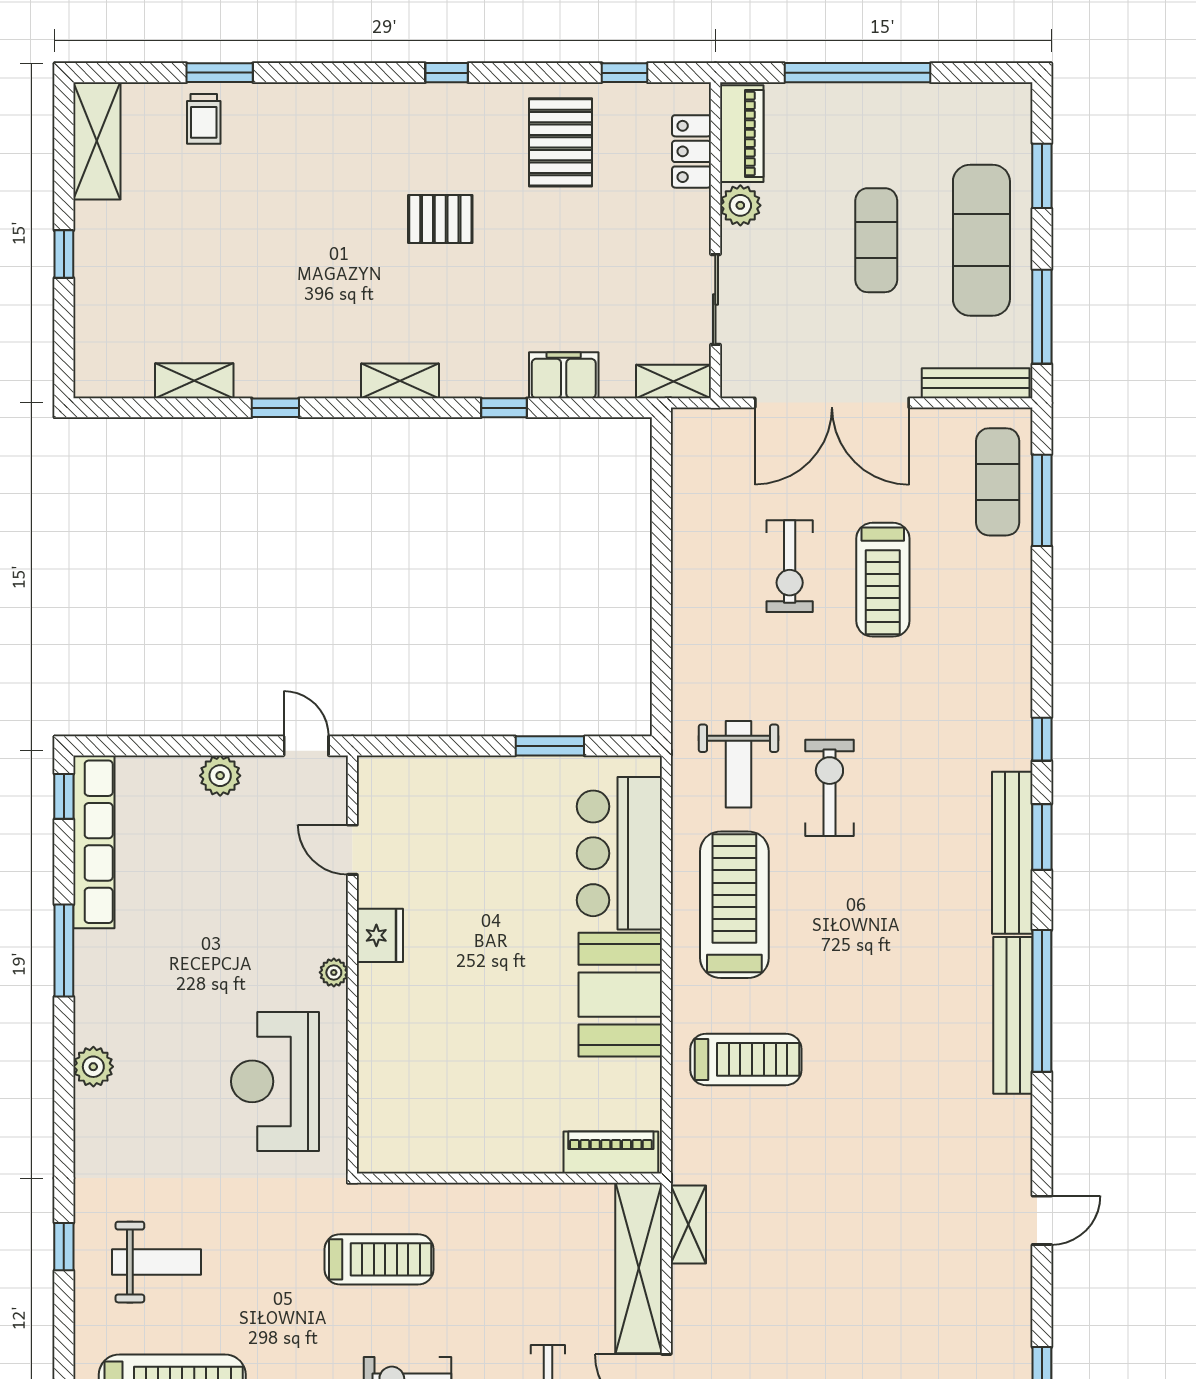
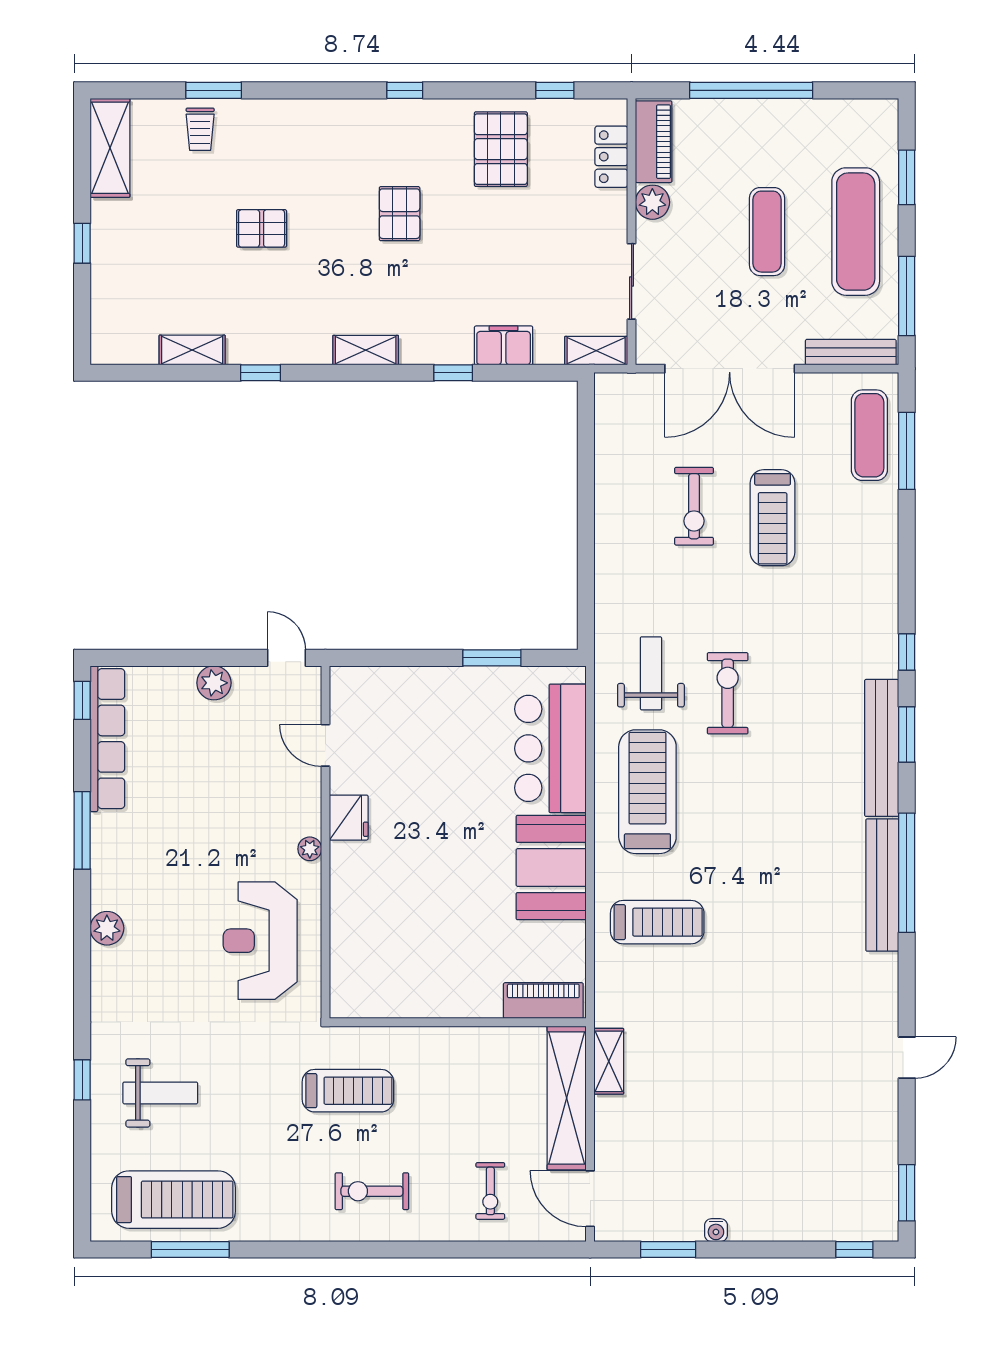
pallet: (440, 219) -> (400, 214), turned 90
pallet: (277, 237) -> (262, 228), added
weight bench: (739, 764) -> (651, 673), turned 180

